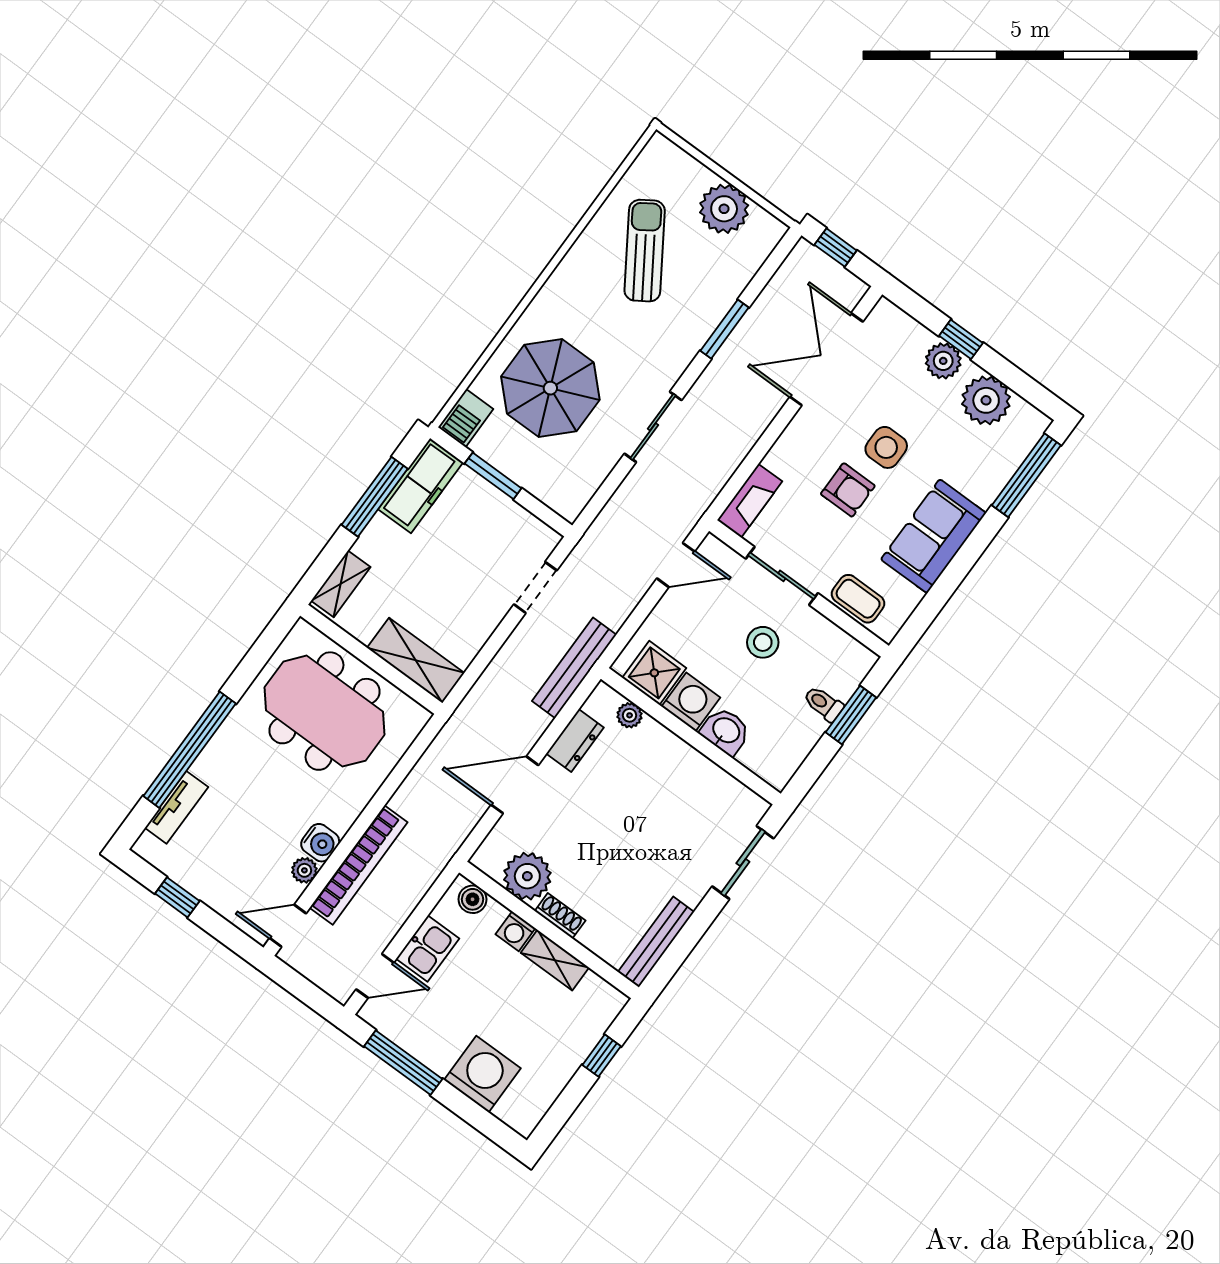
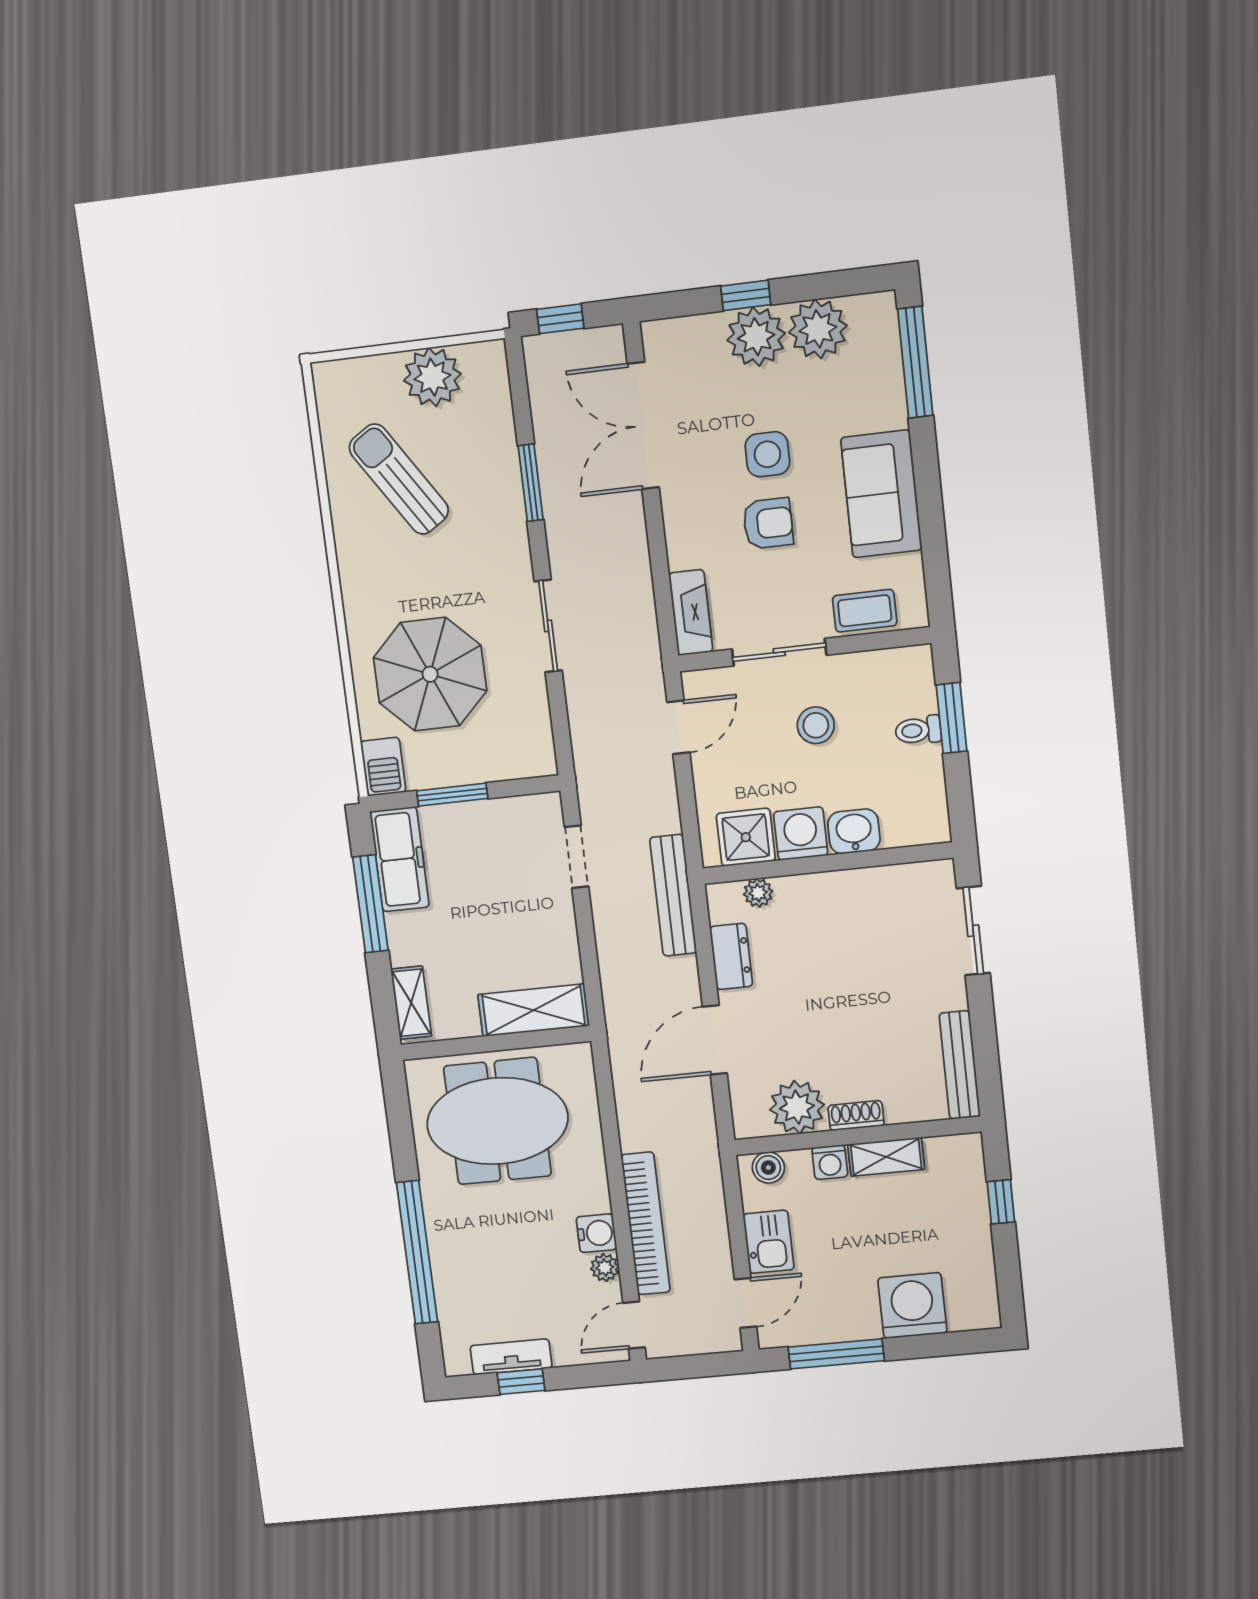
plant: (943, 361) -> (756, 337), width x1.36, depth x1.36
tv unit: (176, 807) -> (511, 1357), moved, turned -90

